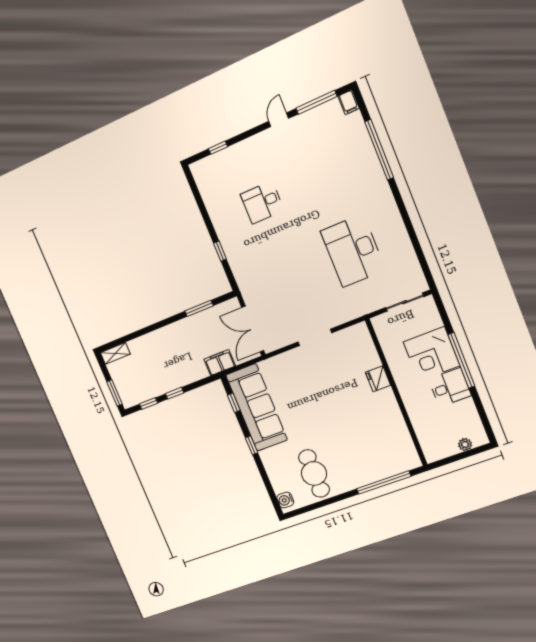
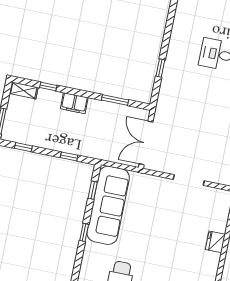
window: (133, 336) -> (48, 86), added
filing cabinet: (220, 363) -> (74, 103), moved, turned 180
window: (175, 393) -> (69, 156), moved

